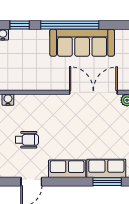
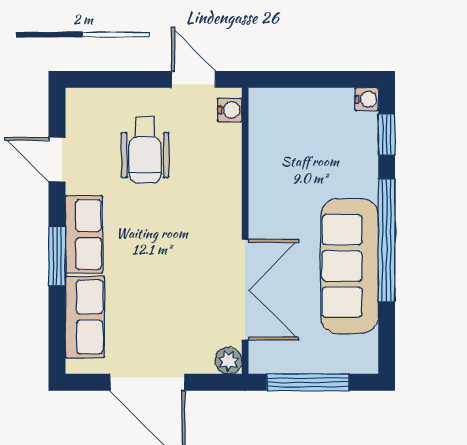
wheelchair: (27, 140) -> (145, 150), width x1.36, depth x1.37
window: (107, 182) -> (57, 256), moved

